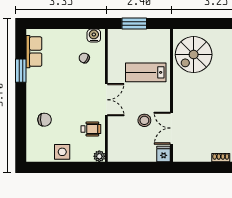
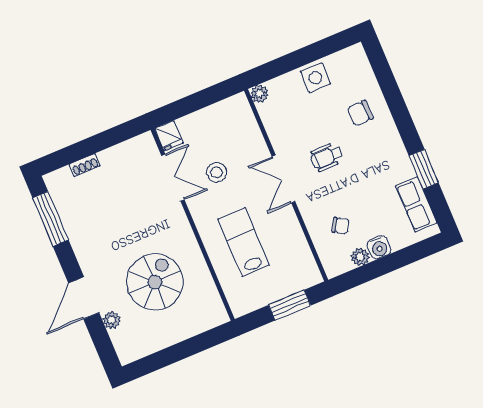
plant: (80, 35) -> (360, 257), added
water cooler: (94, 36) -> (379, 247), moved
spiral stairs: (194, 55) -> (155, 282), moved
lab bench: (146, 72) -> (244, 242), turned -90
wheelchair: (91, 129) -> (327, 157), moved

